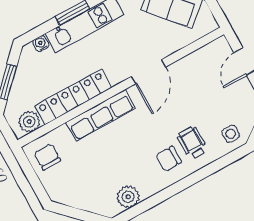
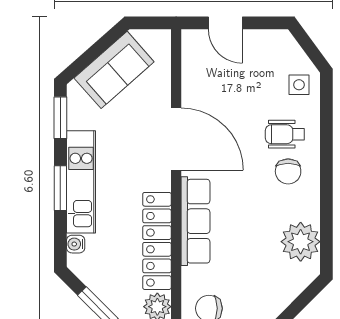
door: (149, 72) -> (176, 139), width x1.36
plant: (128, 197) -> (301, 242), width x1.36, depth x1.36

